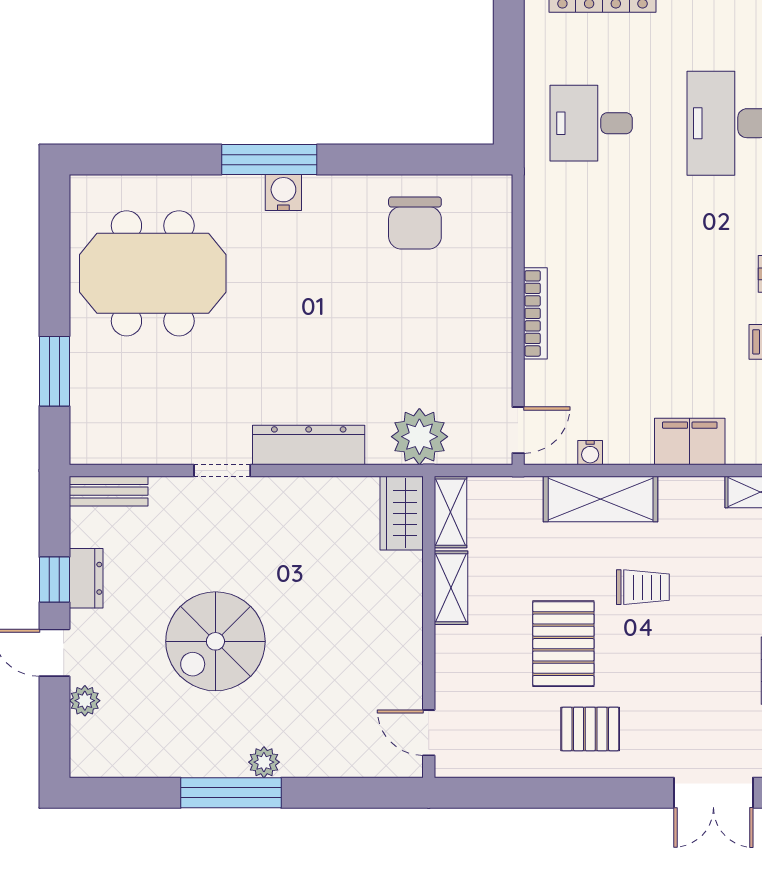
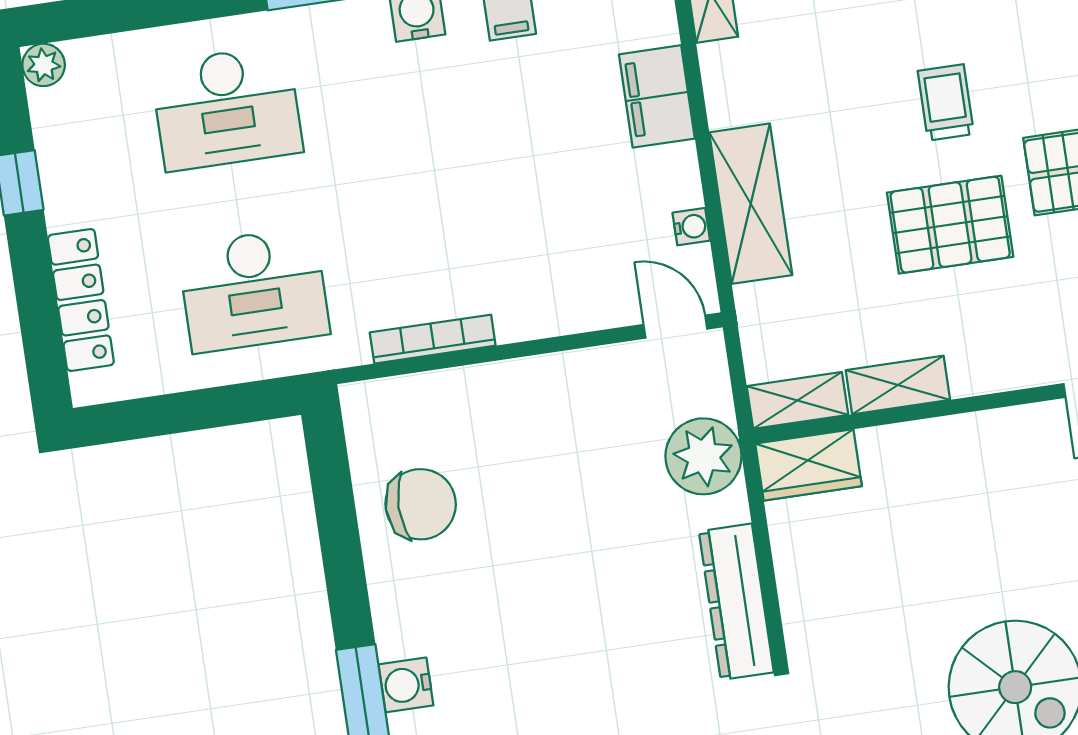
desk: (591, 123) -> (254, 290), width x1.37
bookcase: (535, 313) -> (433, 339), moved
trolley: (643, 587) -> (946, 102), moved

